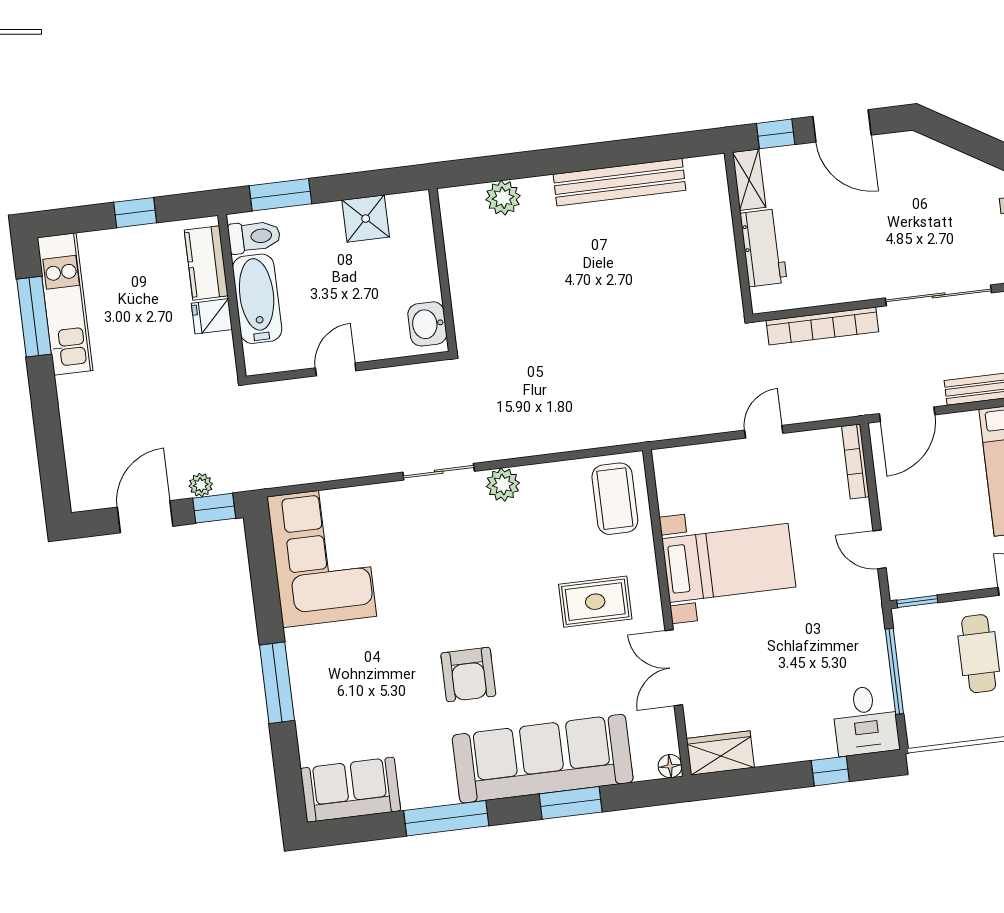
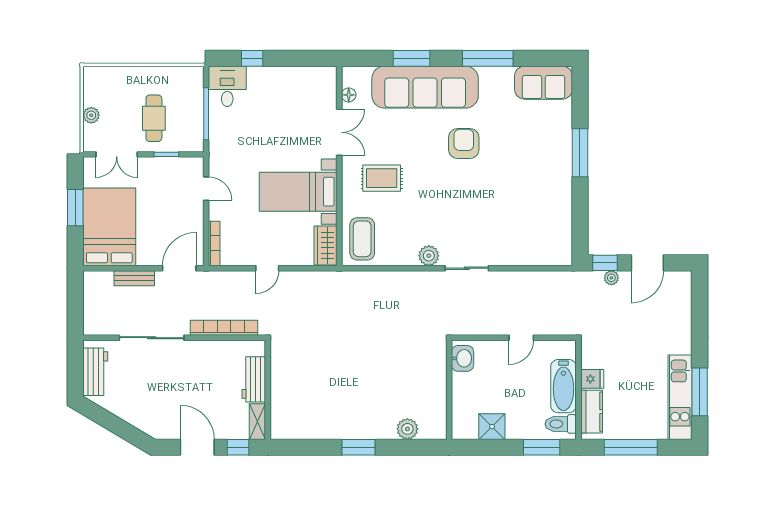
window: (579, 158) -> (359, 447), added
bench: (619, 182) -> (336, 430), removed
window: (135, 213) -> (631, 447), width x2.17
corner sofa: (322, 557) -> (544, 226), removed
window: (917, 601) -> (166, 154), moved
wardrobe: (720, 753) -> (326, 245), moved, turned 90
floor lamp: (670, 766) -> (349, 95), moved

